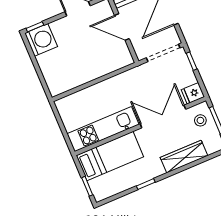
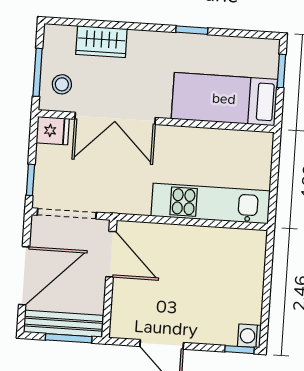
door: (122, 27) -> (111, 254), moved
washing machine: (41, 40) -> (249, 336), width x0.53, depth x0.53
kitchen unit: (103, 129) -> (211, 203), moved, turned 180
wardrobe: (184, 157) -> (101, 42), width x0.67

